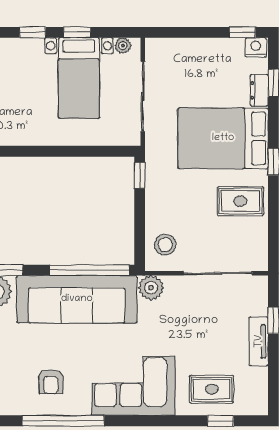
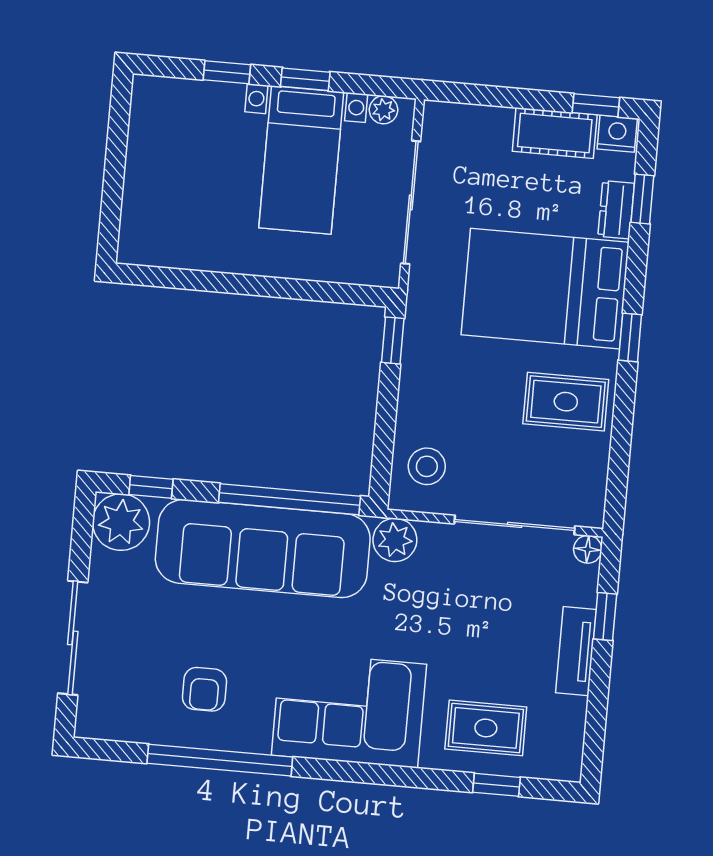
cot: (221, 50) -> (555, 133), added
floor lamp: (260, 283) -> (588, 549), added

